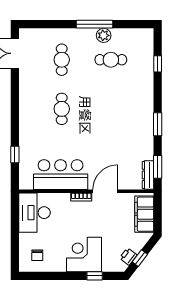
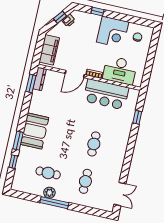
booth: (140, 108) -> (35, 131), added
window: (158, 124) -> (18, 141), moved
desk: (34, 213) -> (120, 70), moved, turned 90
corner desk: (84, 254) -> (113, 32), moved

